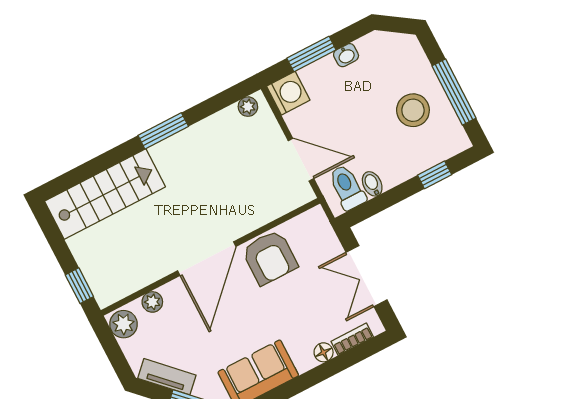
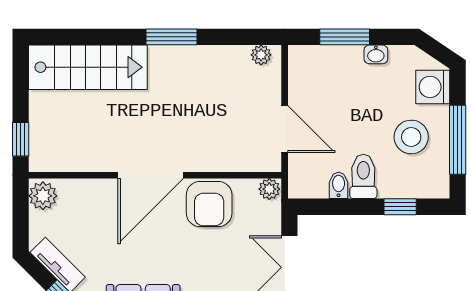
washing machine: (288, 93) -> (433, 87), moved, turned 180
toilet: (347, 187) -> (363, 176), moved
plant: (152, 302) -> (269, 189), moved

